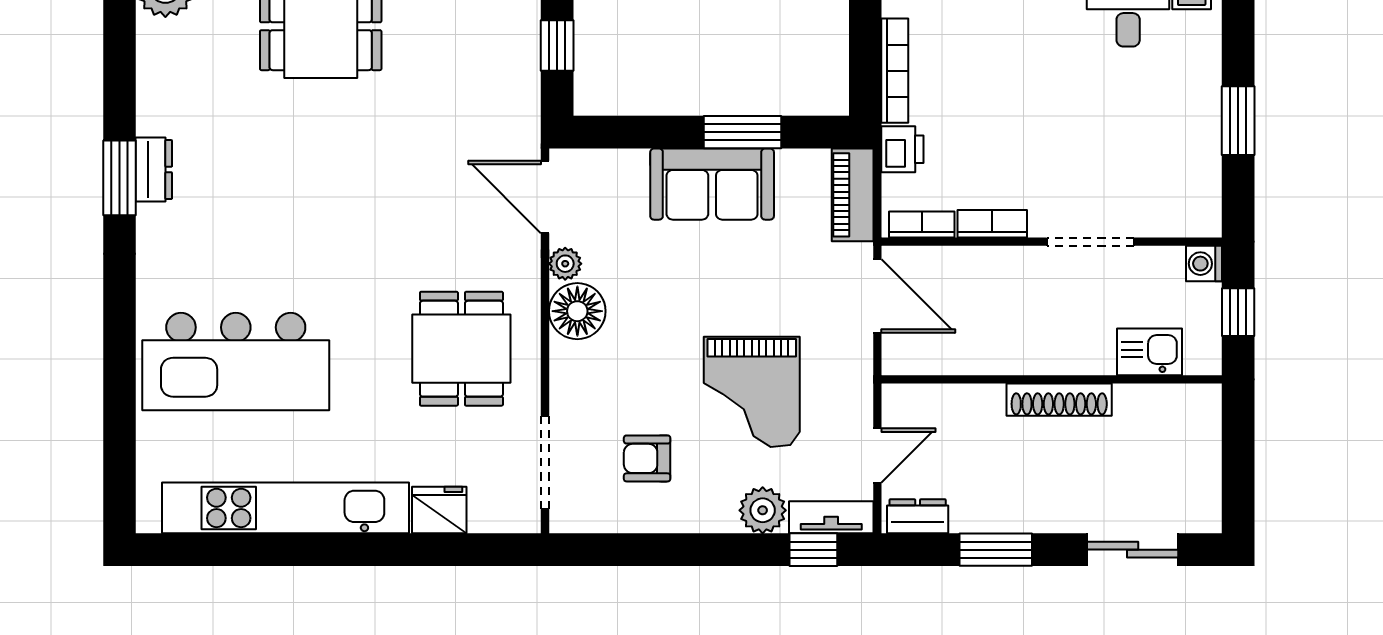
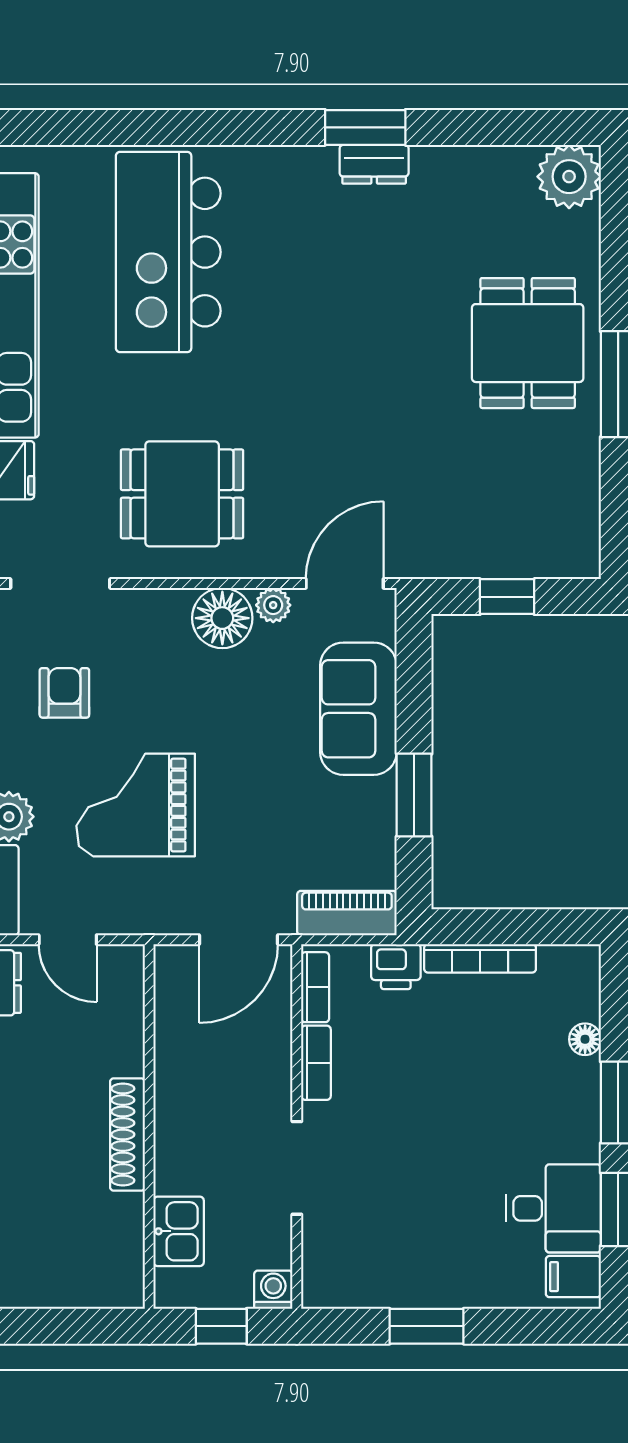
sofa: (712, 184) -> (358, 709), moved

